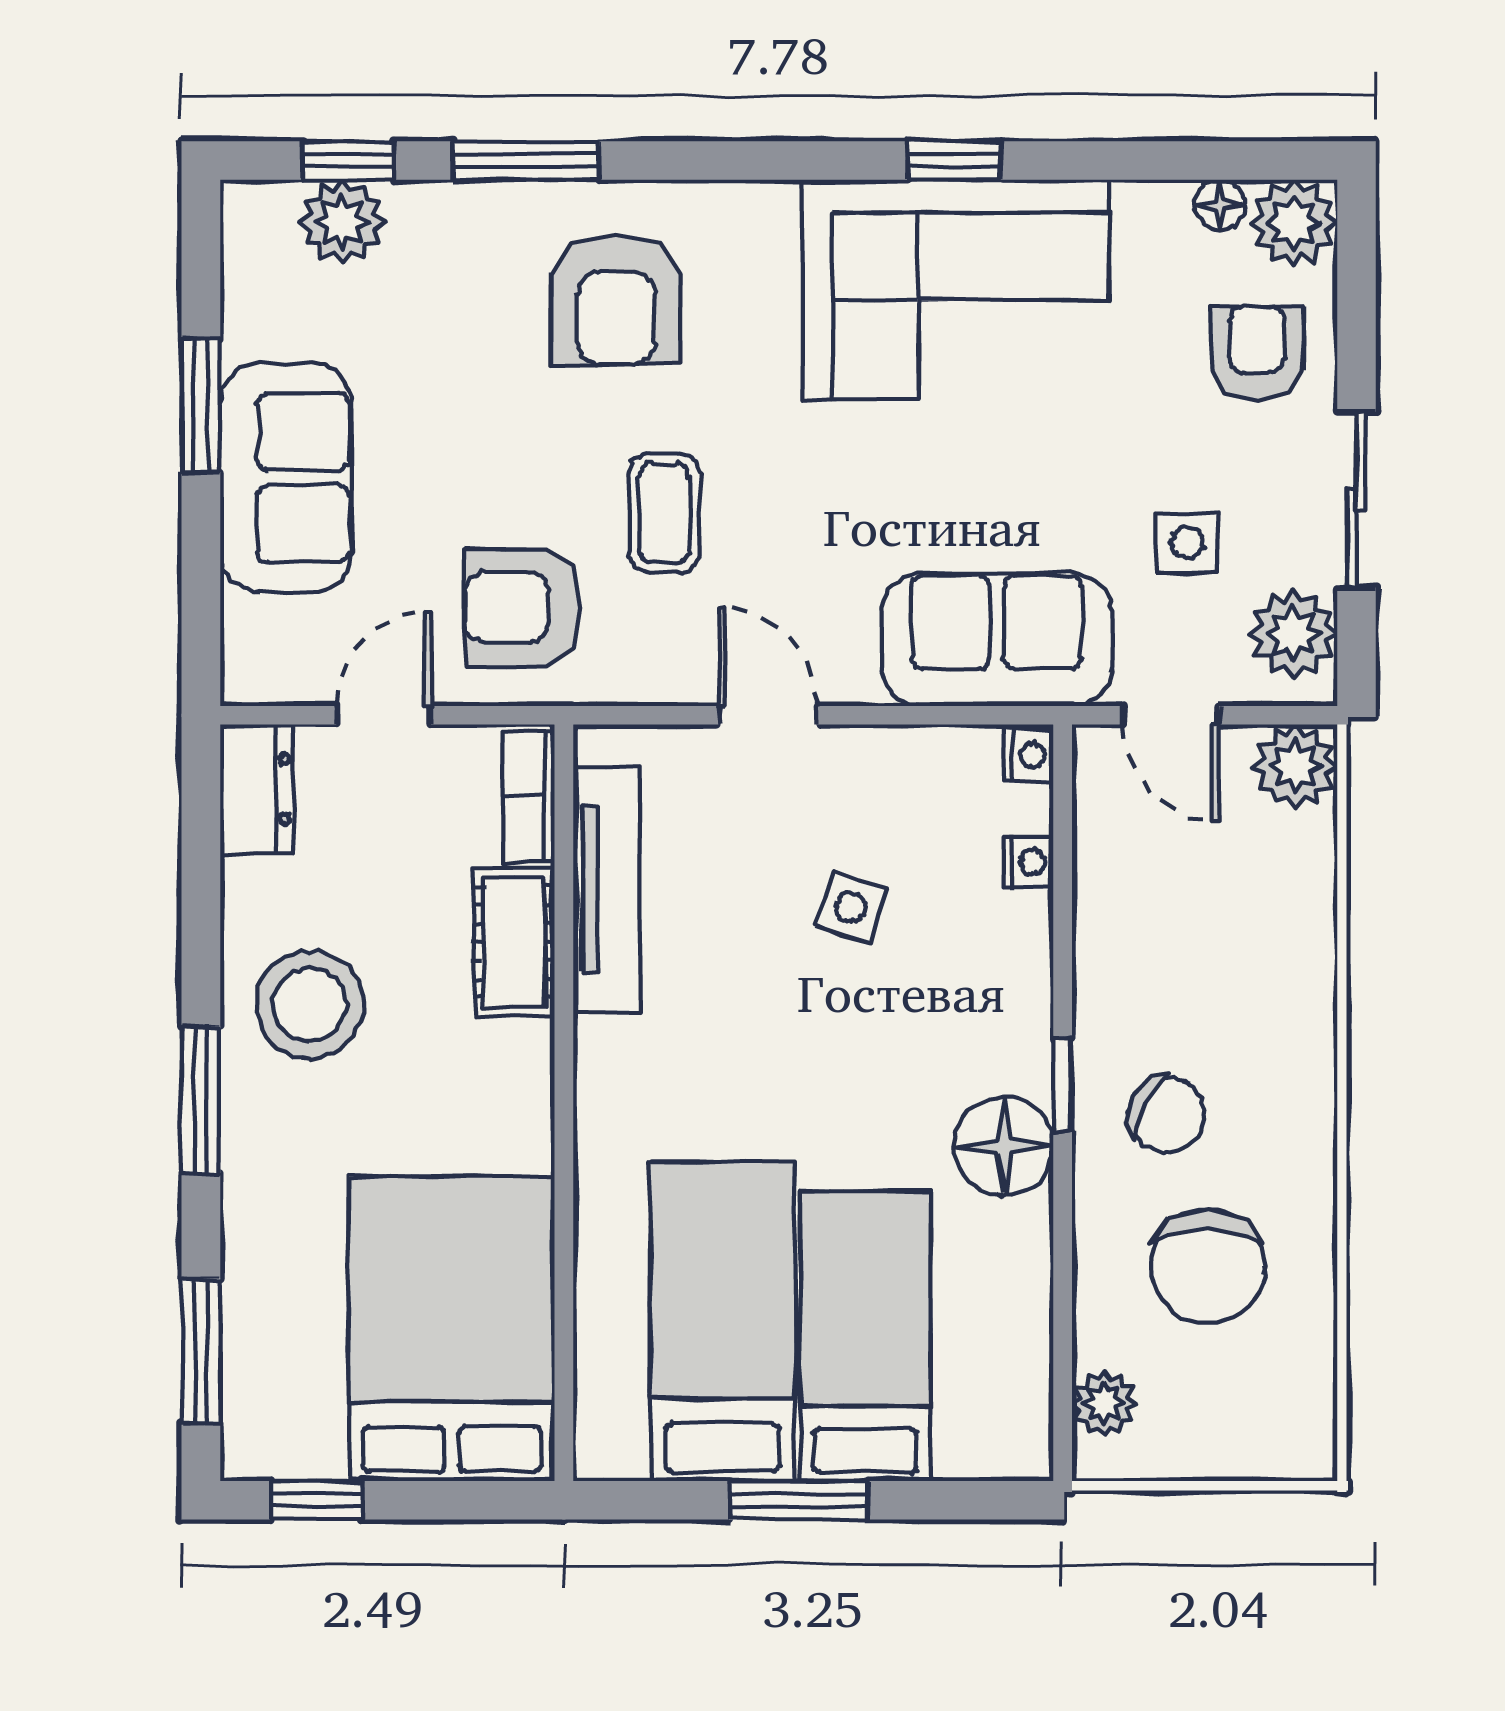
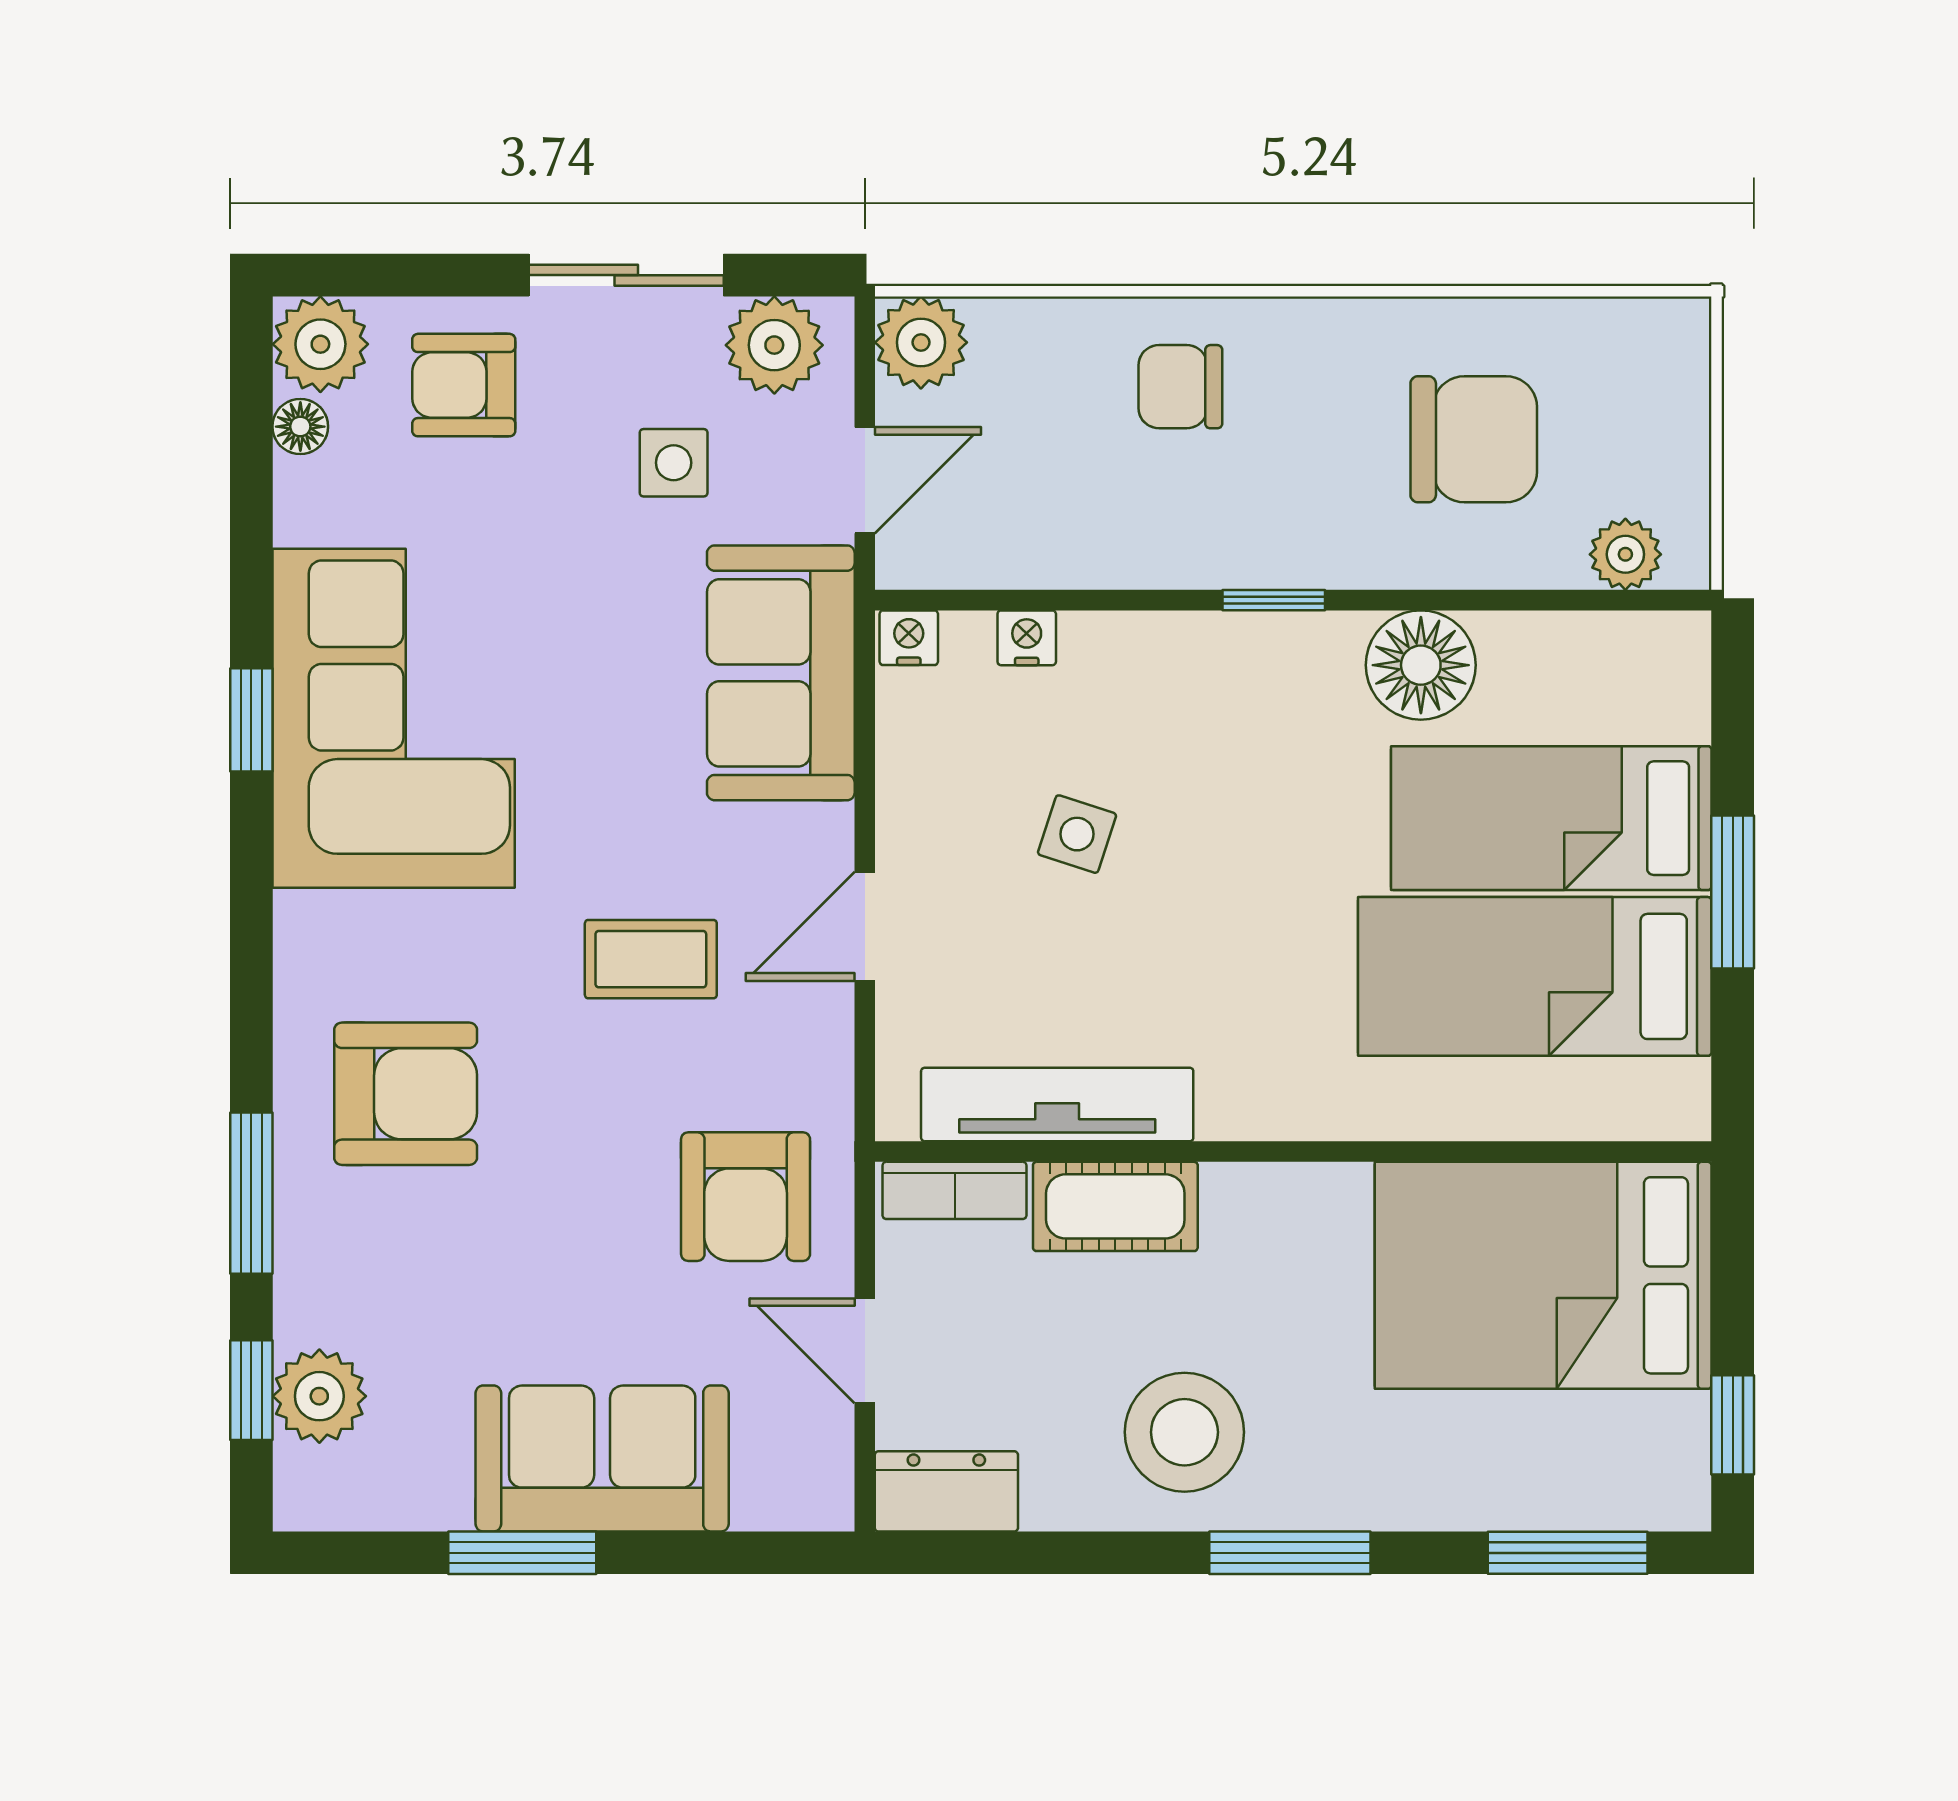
coffee table: (664, 513) -> (651, 959), moved
chair: (1166, 1114) -> (1180, 387), moved, turned -118
floor lamp: (1004, 1146) -> (1421, 665), moved

